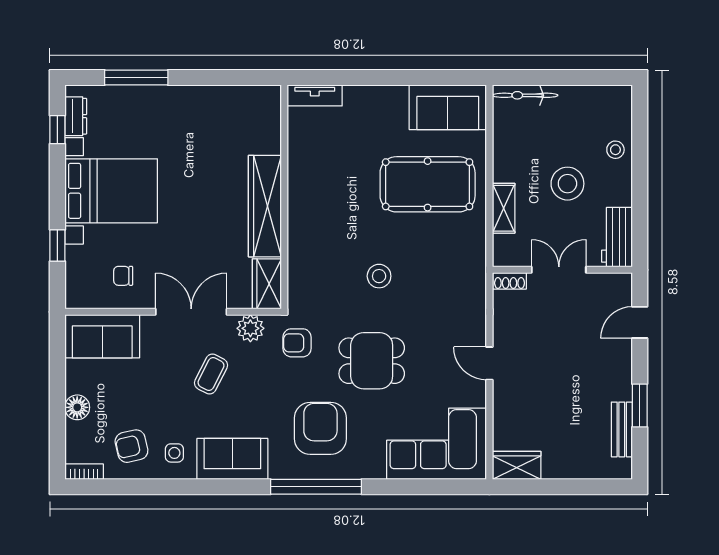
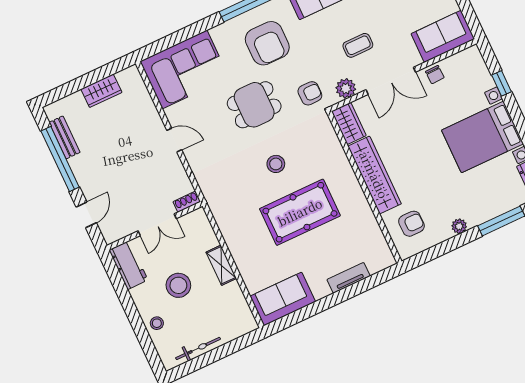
plant: (191, 95) -> (459, 226), added
tv unit: (315, 95) -> (349, 278), moved
bicycle: (525, 95) -> (198, 348), moved
armchair: (248, 126) -> (411, 224), added
pool table: (428, 184) -> (300, 212), moved
shelving: (504, 208) -> (221, 265), moved
chair: (123, 276) -> (435, 75), moved, turned 88
coffee table: (211, 374) -> (358, 45), turned 63
window: (640, 406) -> (60, 159), width x2.11
wardrobe: (517, 465) -> (101, 91), moved

